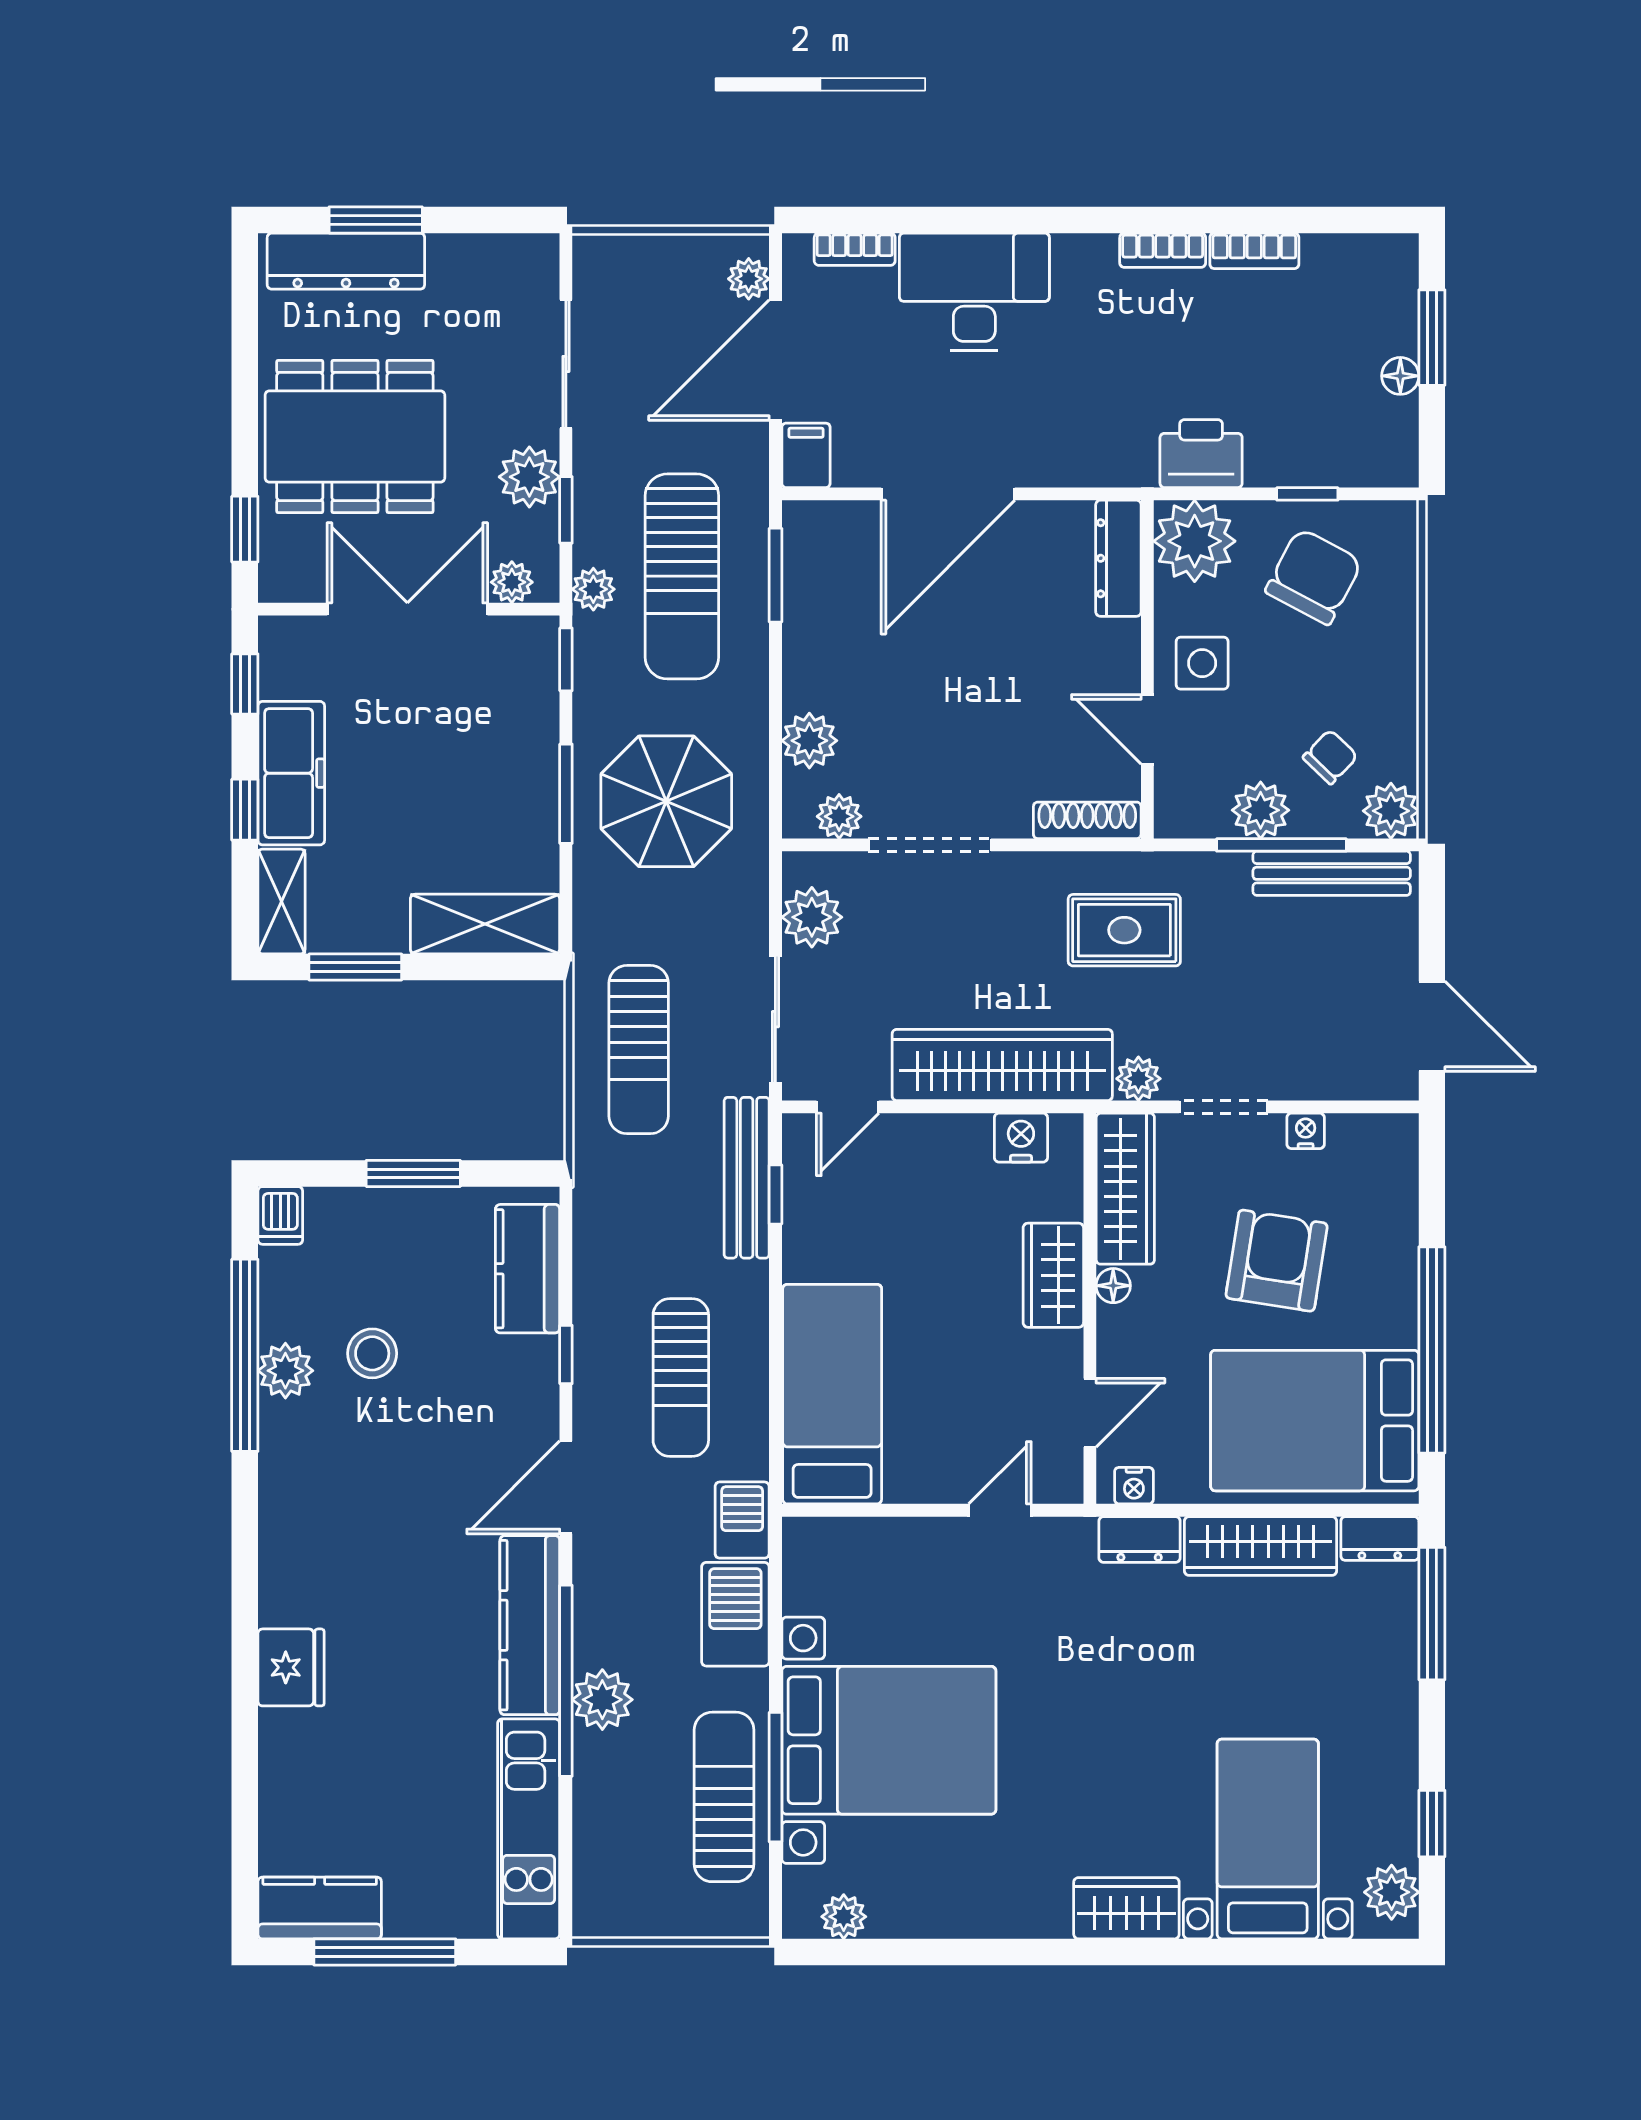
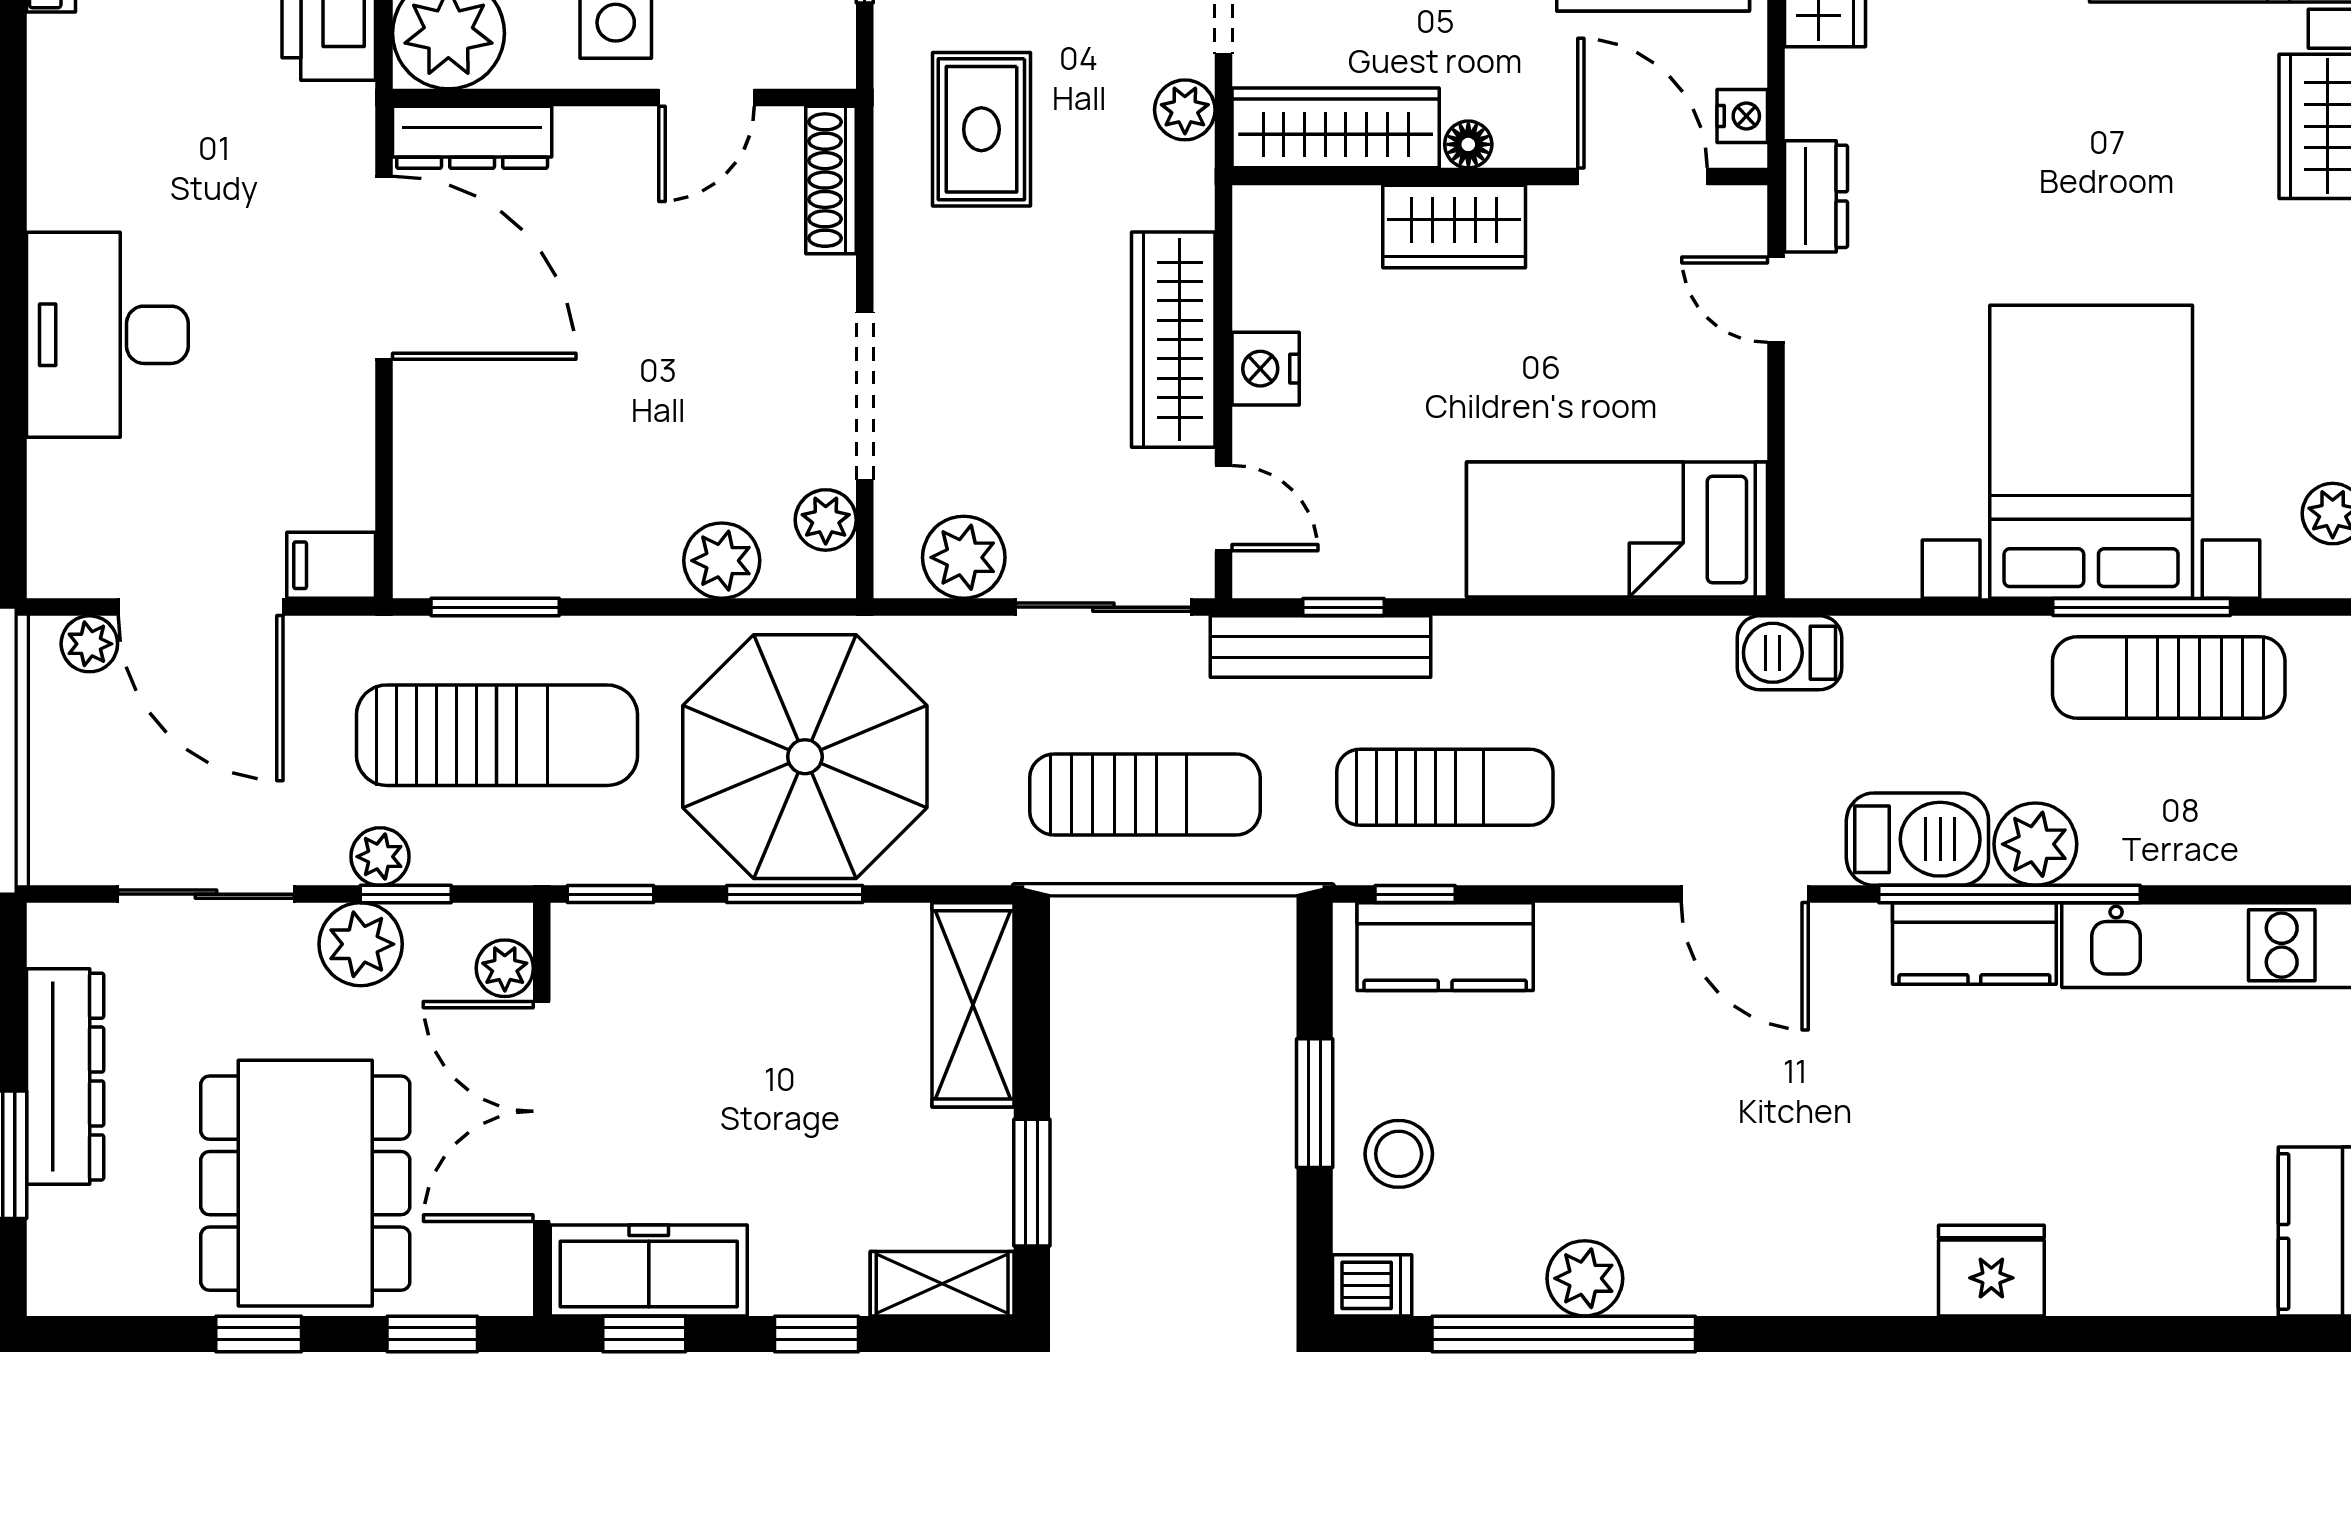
bookcase: (855, 249) -> (49, 499), removed
bookcase: (1163, 250) -> (50, 77), removed
dresser: (346, 261) -> (65, 1077), moved
window: (245, 402) -> (259, 1334), added
door: (948, 494) -> (384, 268), moved
plant: (593, 589) -> (380, 857), moved
freezer: (291, 773) -> (649, 1270), moved
parasol: (666, 801) -> (805, 757), width x1.36, depth x1.36
wardrobe: (1002, 1065) -> (1173, 340), width x0.71, depth x0.85
nightstand: (1021, 1138) -> (1266, 369), moved
stool: (372, 1353) -> (1399, 1154), moved
window: (566, 1354) -> (1415, 894), moved
sun lounger: (681, 1378) -> (1445, 787), moved
door: (1090, 1413) -> (1643, 177), width x1.38
dresser: (1140, 1539) -> (1816, 196), moved
barbecue: (735, 1614) -> (1917, 839), moved, turned 180
kitchen counter: (530, 1625) -> (1974, 944), width x0.67

